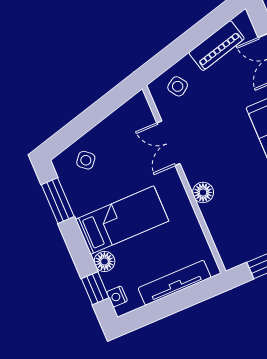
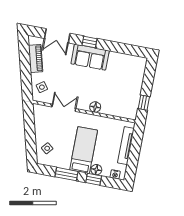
double door: (168, 143) -> (64, 108), swing flipped
window: (58, 201) -> (66, 174), moved
window: (95, 288) -> (94, 179), moved

